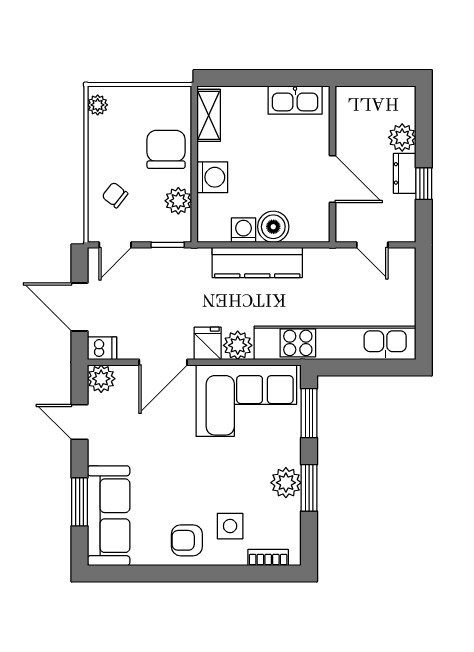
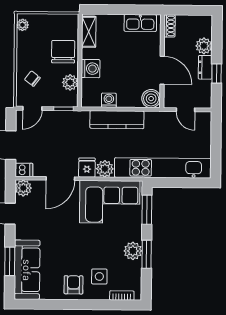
shoe rack: (344, 105) -> (170, 26), added
boiler: (273, 227) -> (151, 99), moved
armchair: (187, 540) -> (74, 285), turned 90

